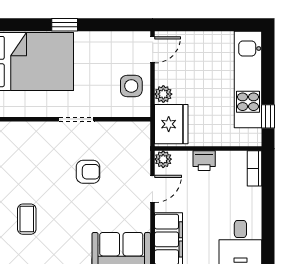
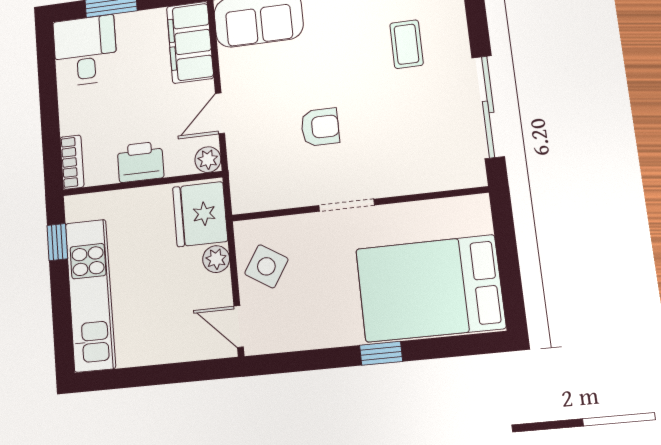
door: (153, 50) -> (239, 326), hinge flipped
side table: (131, 86) -> (266, 266), turned 32
printer: (204, 161) -> (140, 162), width x1.36, depth x1.24
armchair: (88, 172) -> (320, 127), turned 180

